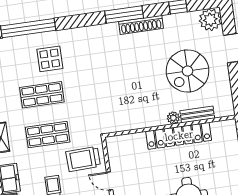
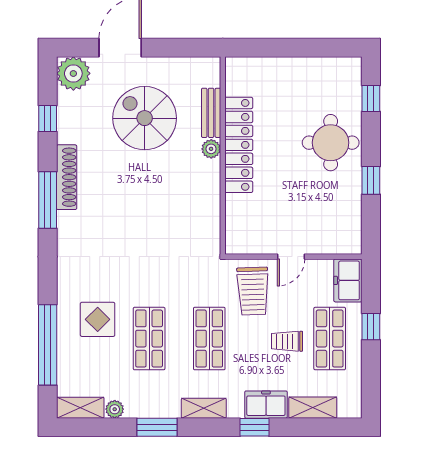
spiral stairs: (187, 71) -> (145, 118), turned 180

